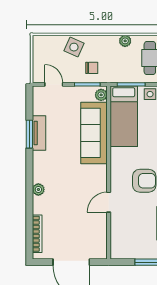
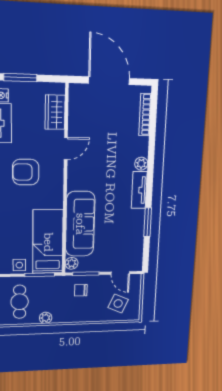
side table: (74, 47) -> (118, 303), moved
tv unit: (39, 133) -> (139, 190), moved
wardrobe: (119, 234) -> (55, 112), added

